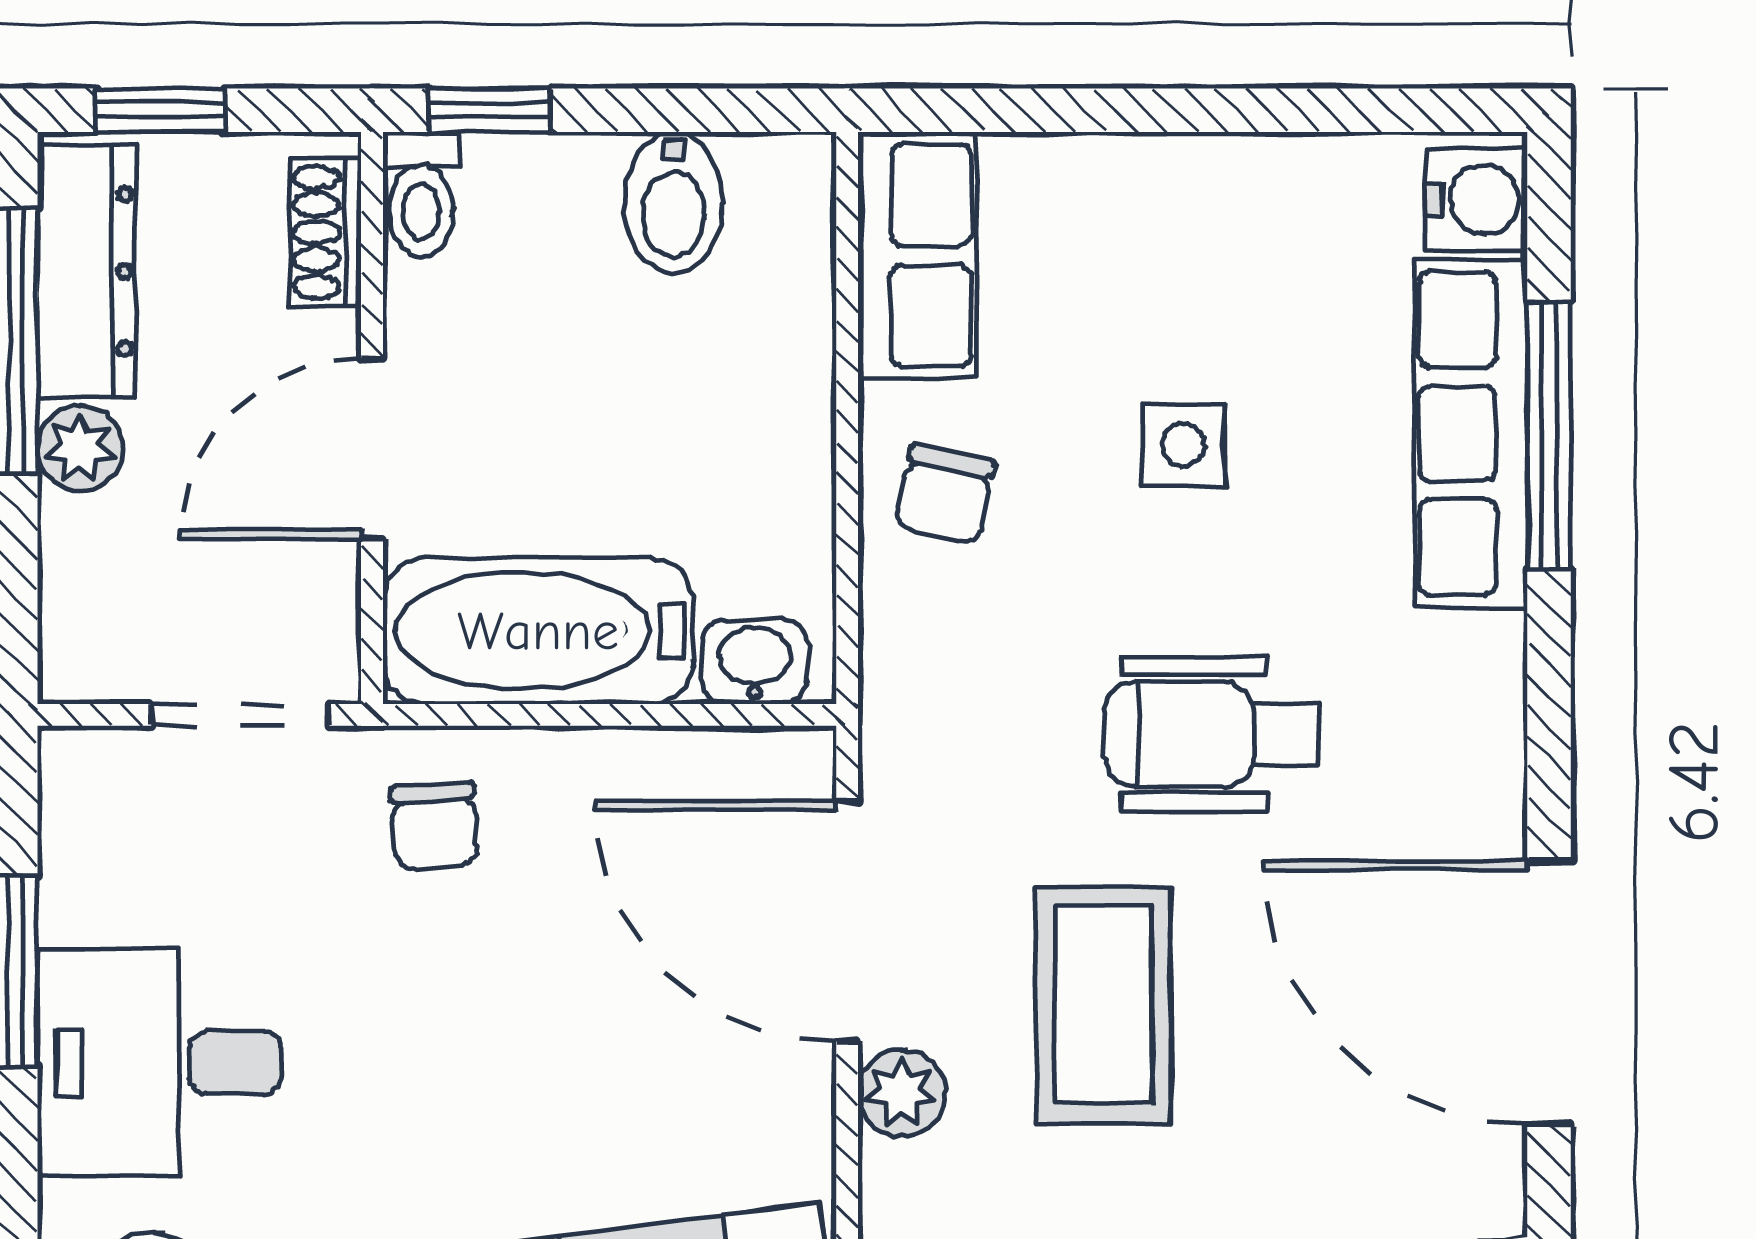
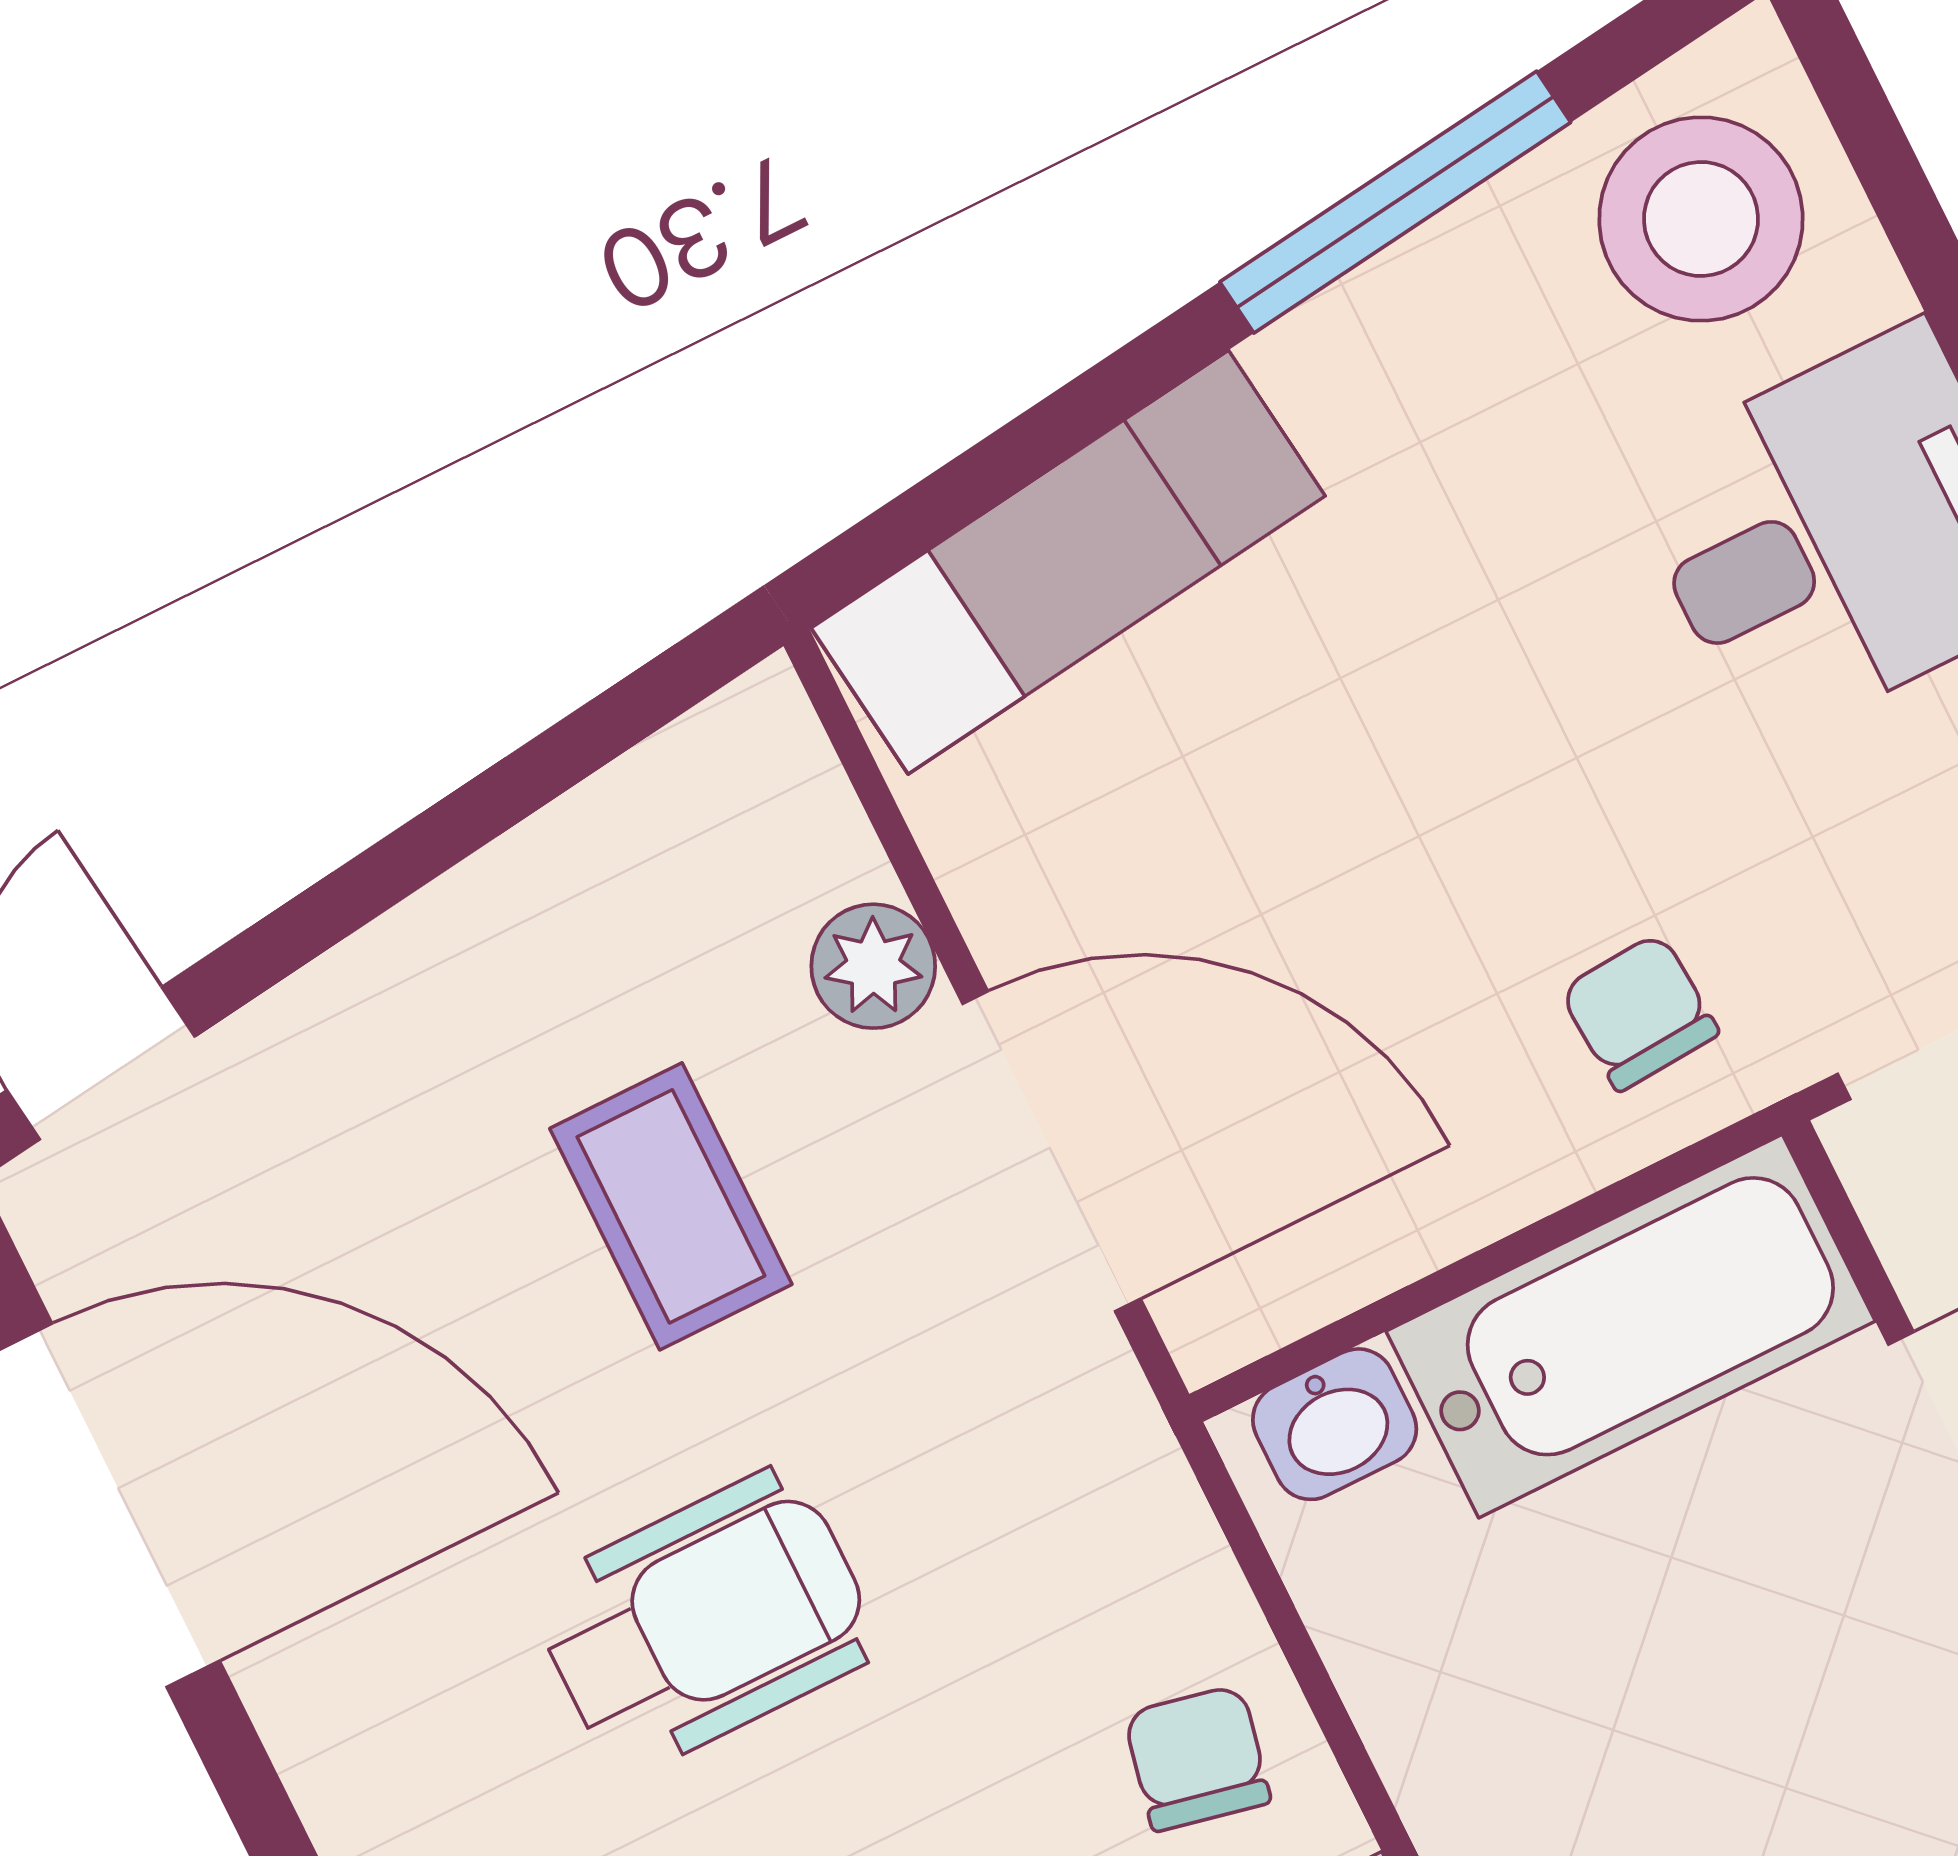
coffee table: (1103, 1005) -> (671, 1206), width x0.73, depth x0.77

